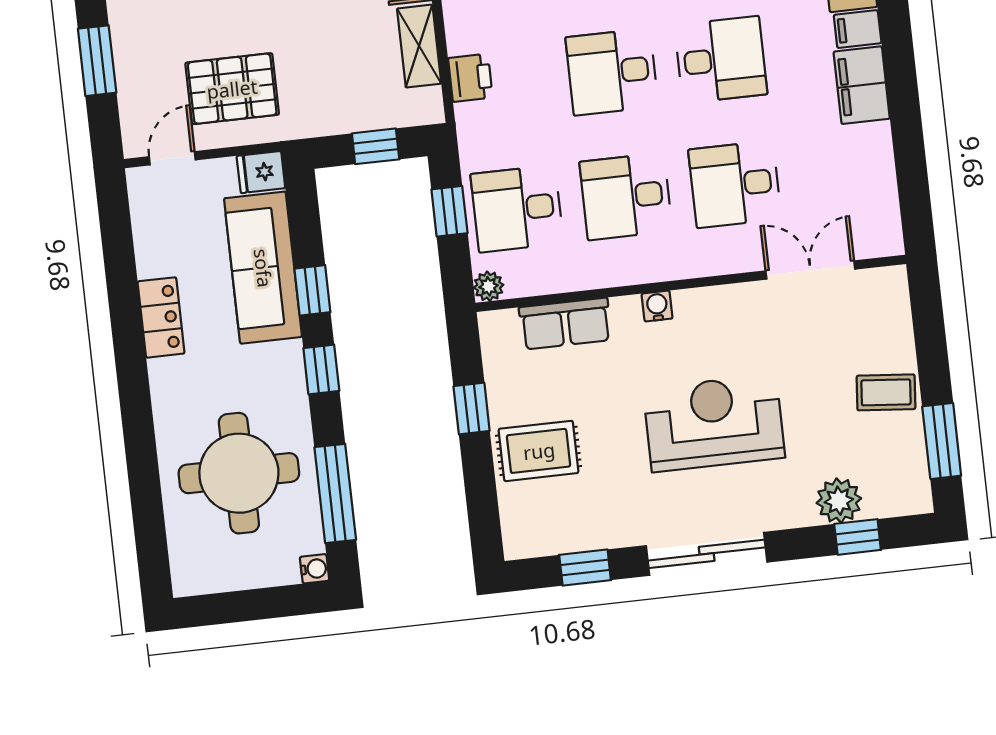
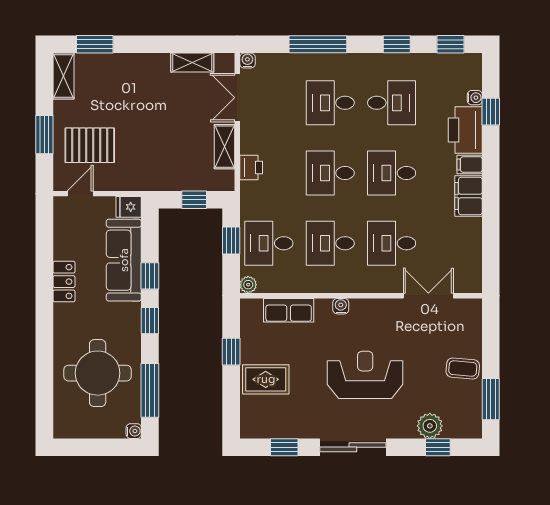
desk: (721, 60) -> (392, 173), turned 180
pallet: (232, 89) -> (90, 145), moved

